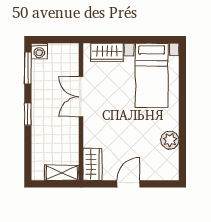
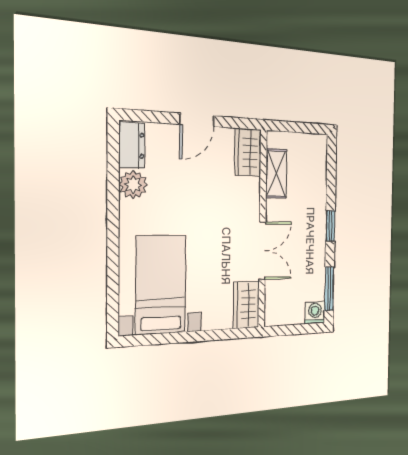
wardrobe: (107, 52) -> (246, 305), moved, turned -90
dresser: (171, 165) -> (132, 145), added
shelving: (62, 173) -> (276, 174), moved, turned 90

